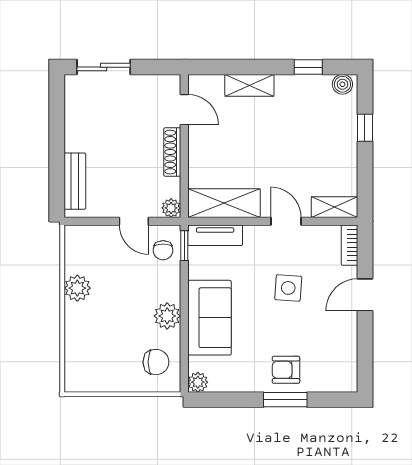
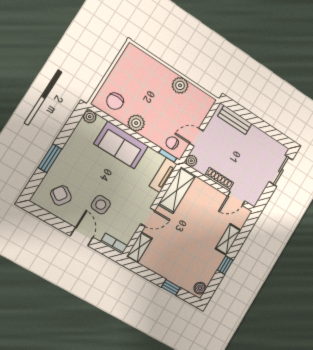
window: (308, 67) -> (225, 265), moved
side table: (288, 288) -> (101, 205), moved
armchair: (286, 370) -> (61, 195), moved, turned -55

